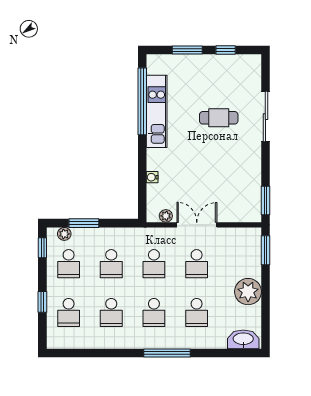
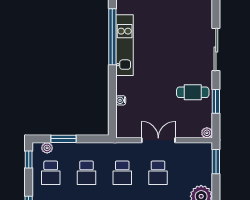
cafe table: (219, 118) -> (193, 92), moved
window: (265, 201) -> (216, 101), moved
plant: (166, 216) -> (207, 133), moved

